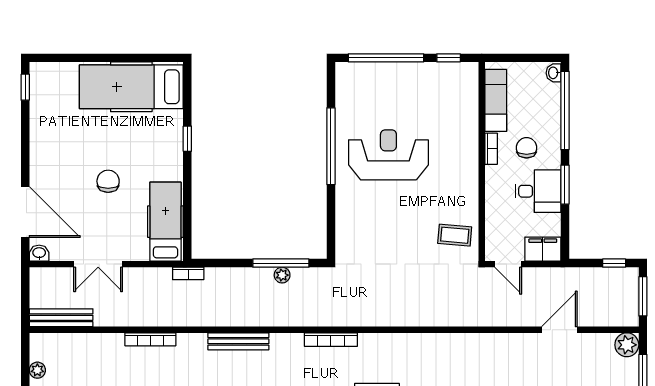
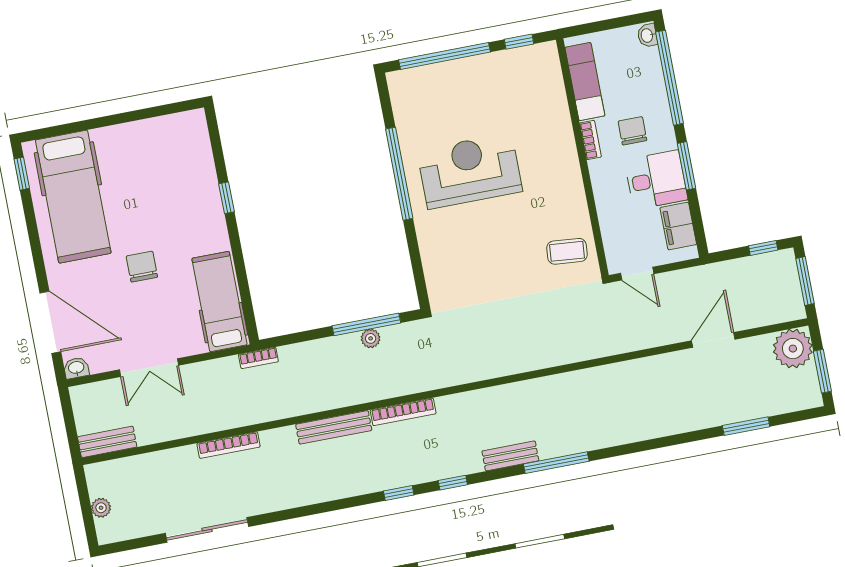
hospital bed: (131, 87) -> (73, 197), moved, turned -90
filing cabinet: (543, 249) -> (678, 226), moved, turned -90
bench: (61, 318) -> (107, 442), width x0.73
bookcase: (331, 340) -> (403, 412), moved
plant: (627, 345) -> (793, 349), width x1.36, depth x1.36

